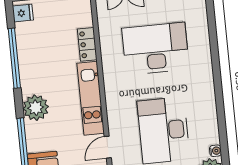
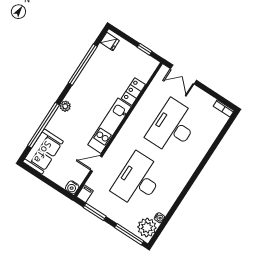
desk: (155, 49) -> (173, 127), turned -90
plant: (36, 108) -> (65, 106), width x0.53, depth x0.53

